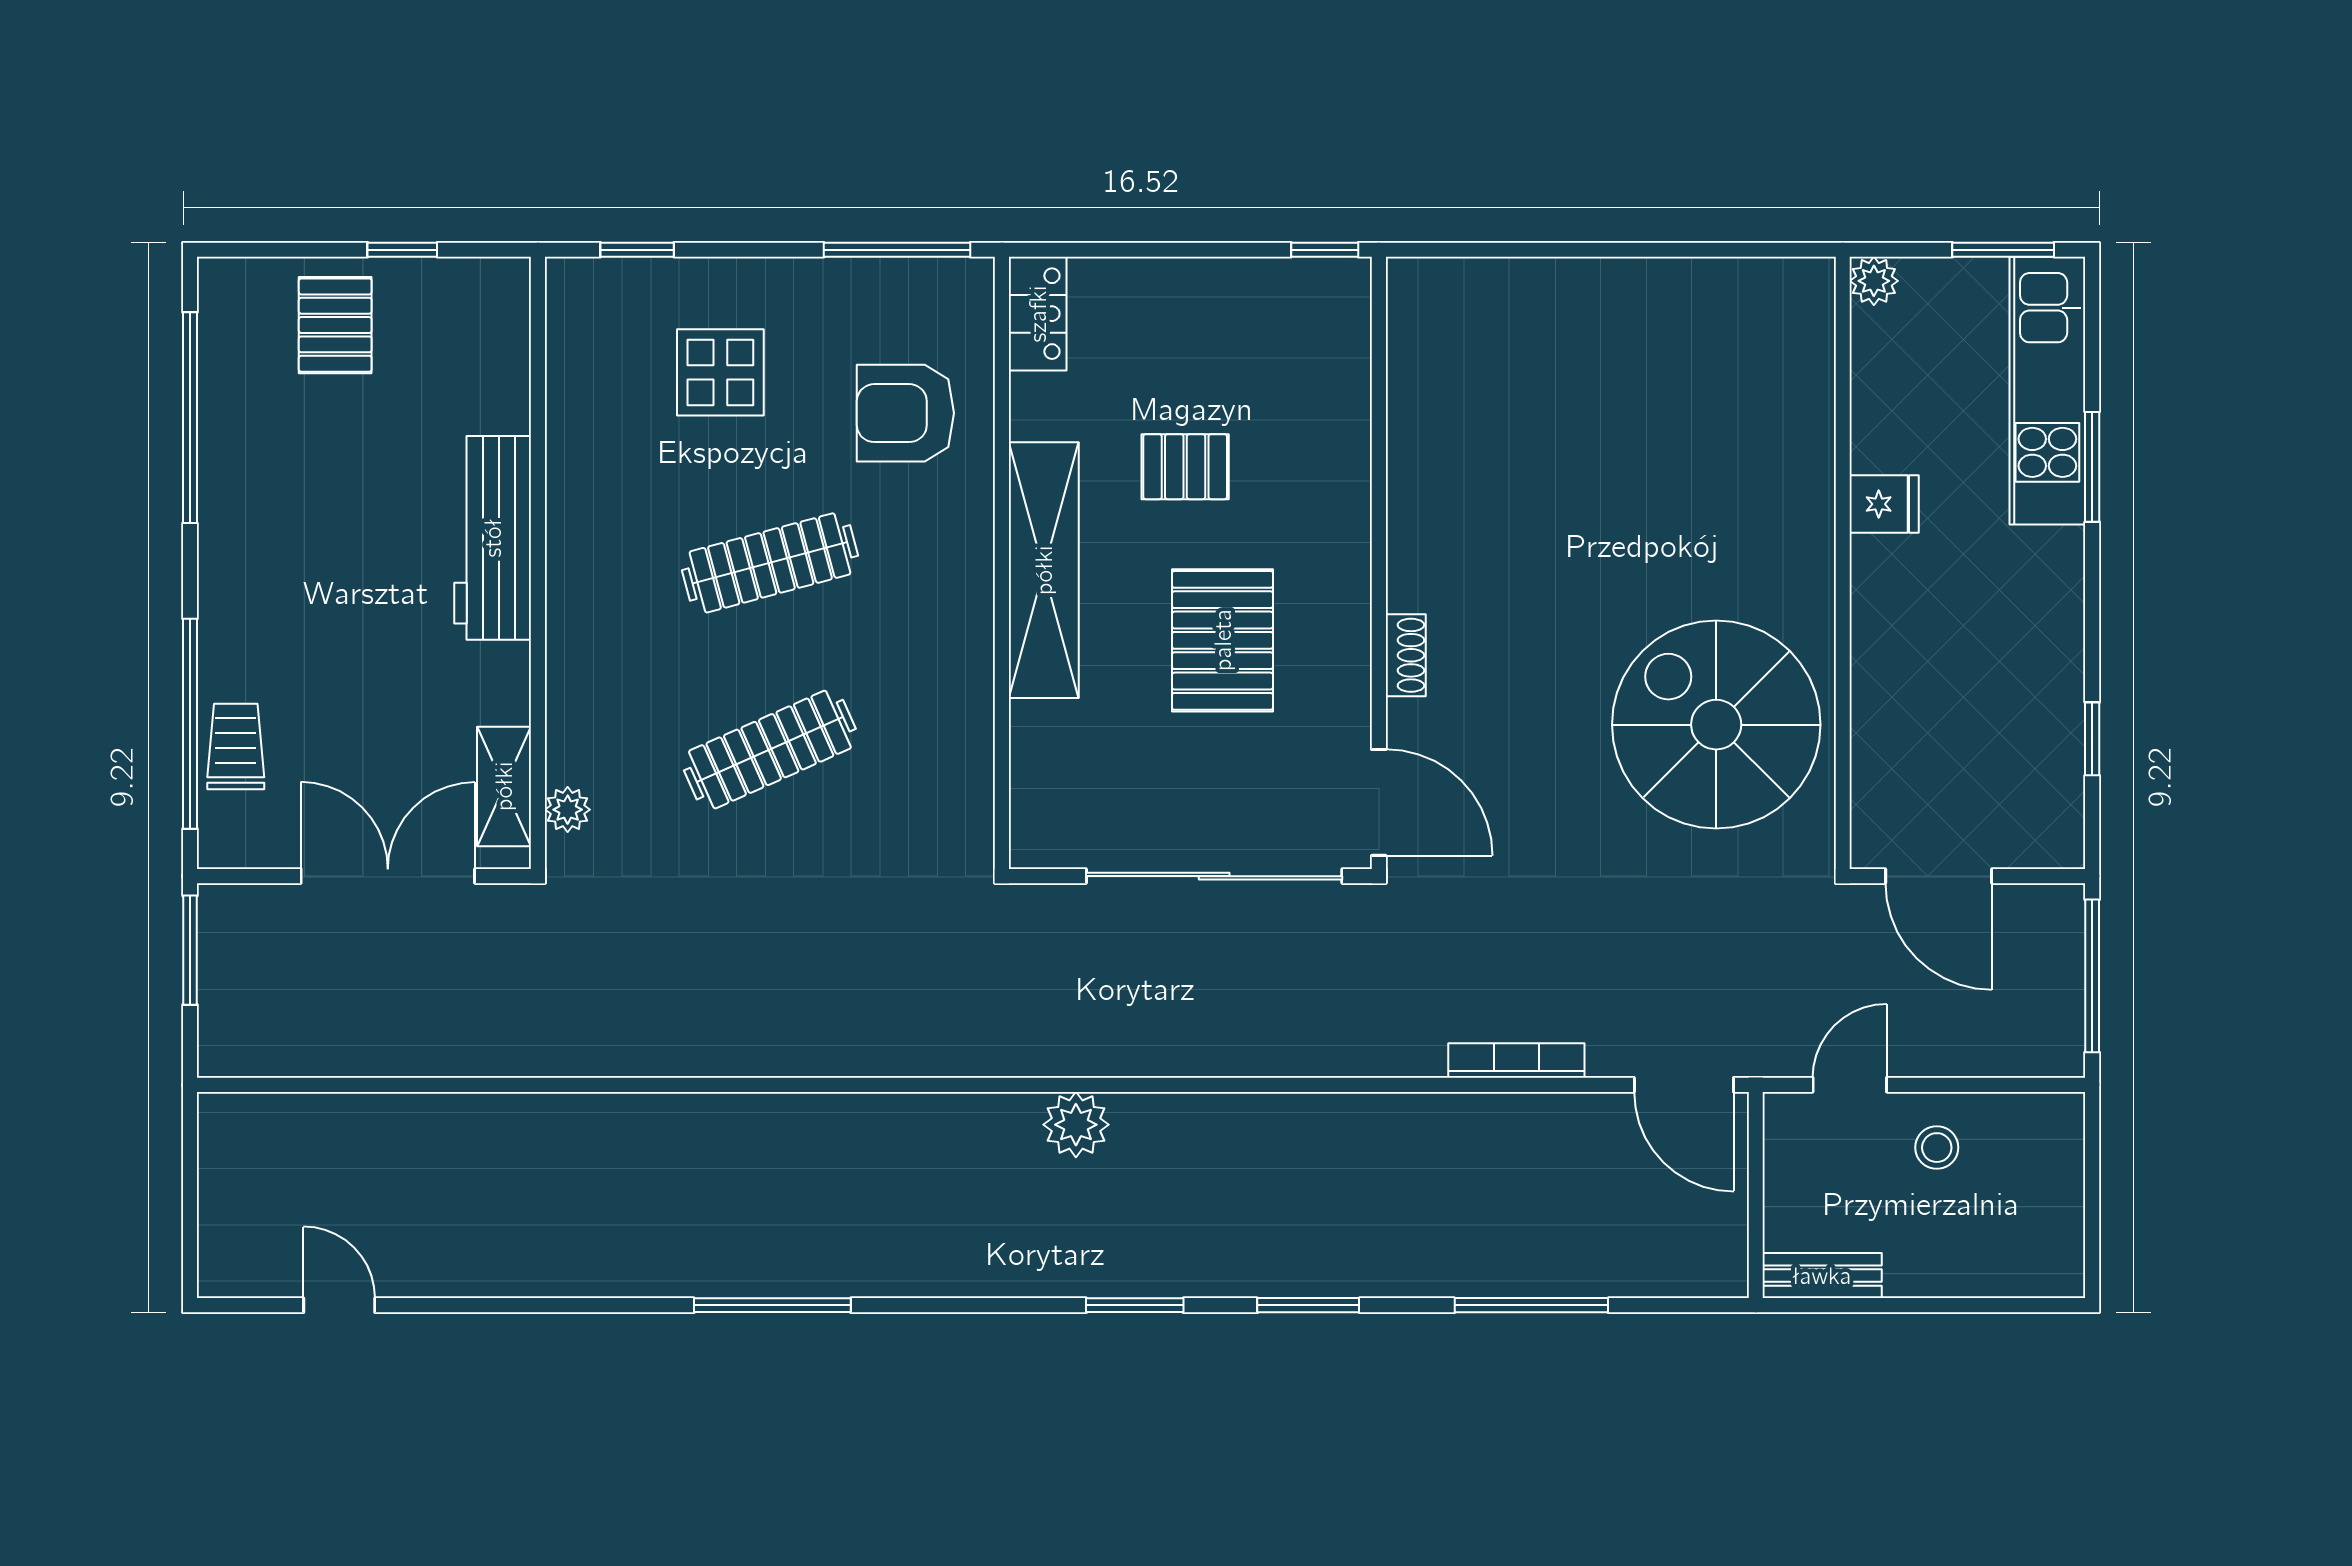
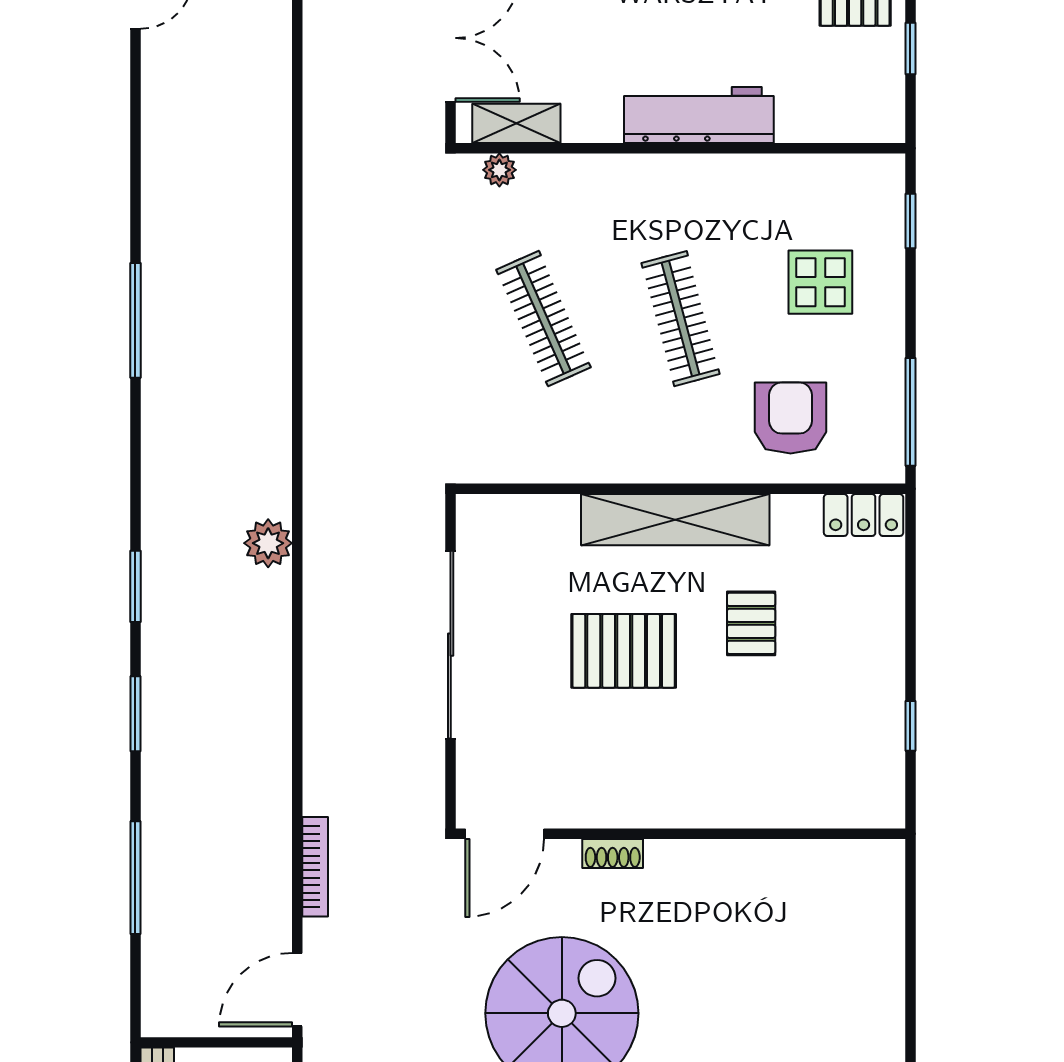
wall: (1379, 563) -> (680, 834), moved
shoe rack: (1406, 655) -> (613, 854), moved
door: (1379, 802) -> (505, 834), moved

